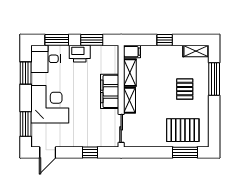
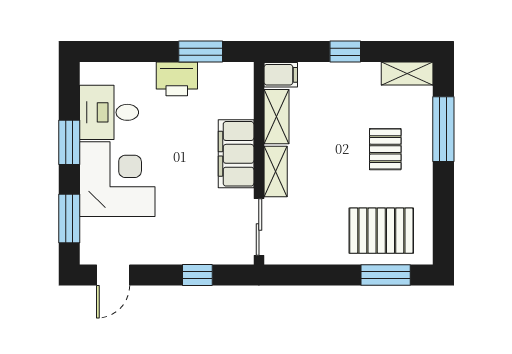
window: (57, 40) -> (131, 52), removed
desk: (46, 59) -> (109, 112), moved
window: (26, 73) -> (69, 142), moved

